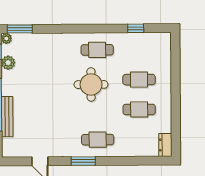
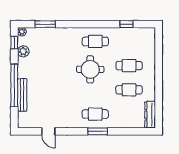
window: (20, 29) -> (45, 24), moved
dresser: (165, 145) -> (150, 115), width x1.44
window: (83, 161) -> (98, 131), moved

